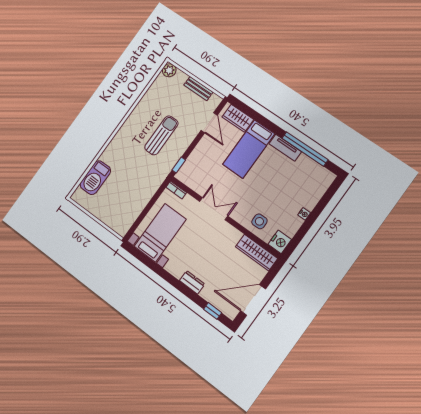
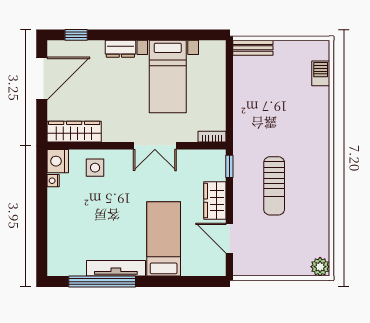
bench: (198, 89) -> (253, 48), moved
wardrobe: (238, 118) -> (215, 201), moved, turned -90
tv unit: (285, 148) -> (116, 268), width x1.41
barbecue: (95, 178) -> (321, 73), width x0.53, depth x0.65
nightstand: (304, 214) -> (53, 181), moved
bed with nightstands: (160, 233) -> (168, 77), moved

